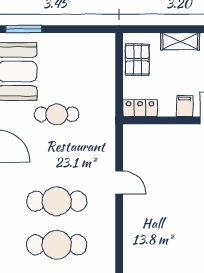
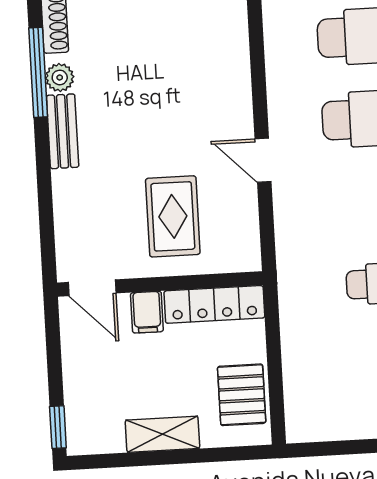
locker: (140, 108) -> (214, 304), width x1.53
rug: (168, 156) -> (173, 216), added

